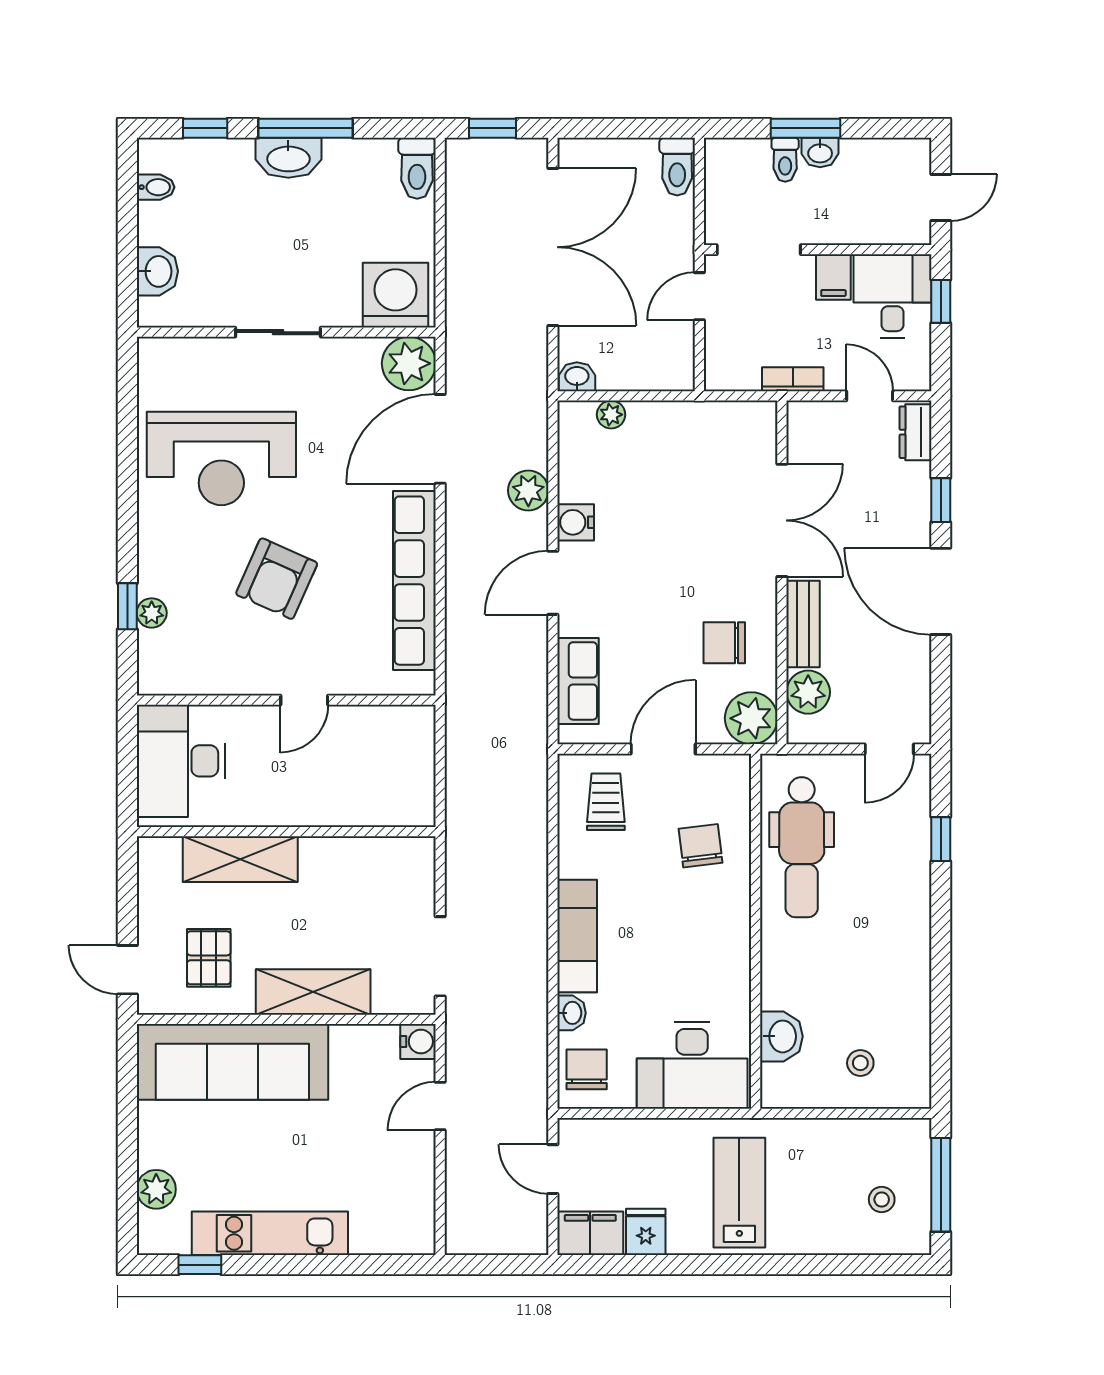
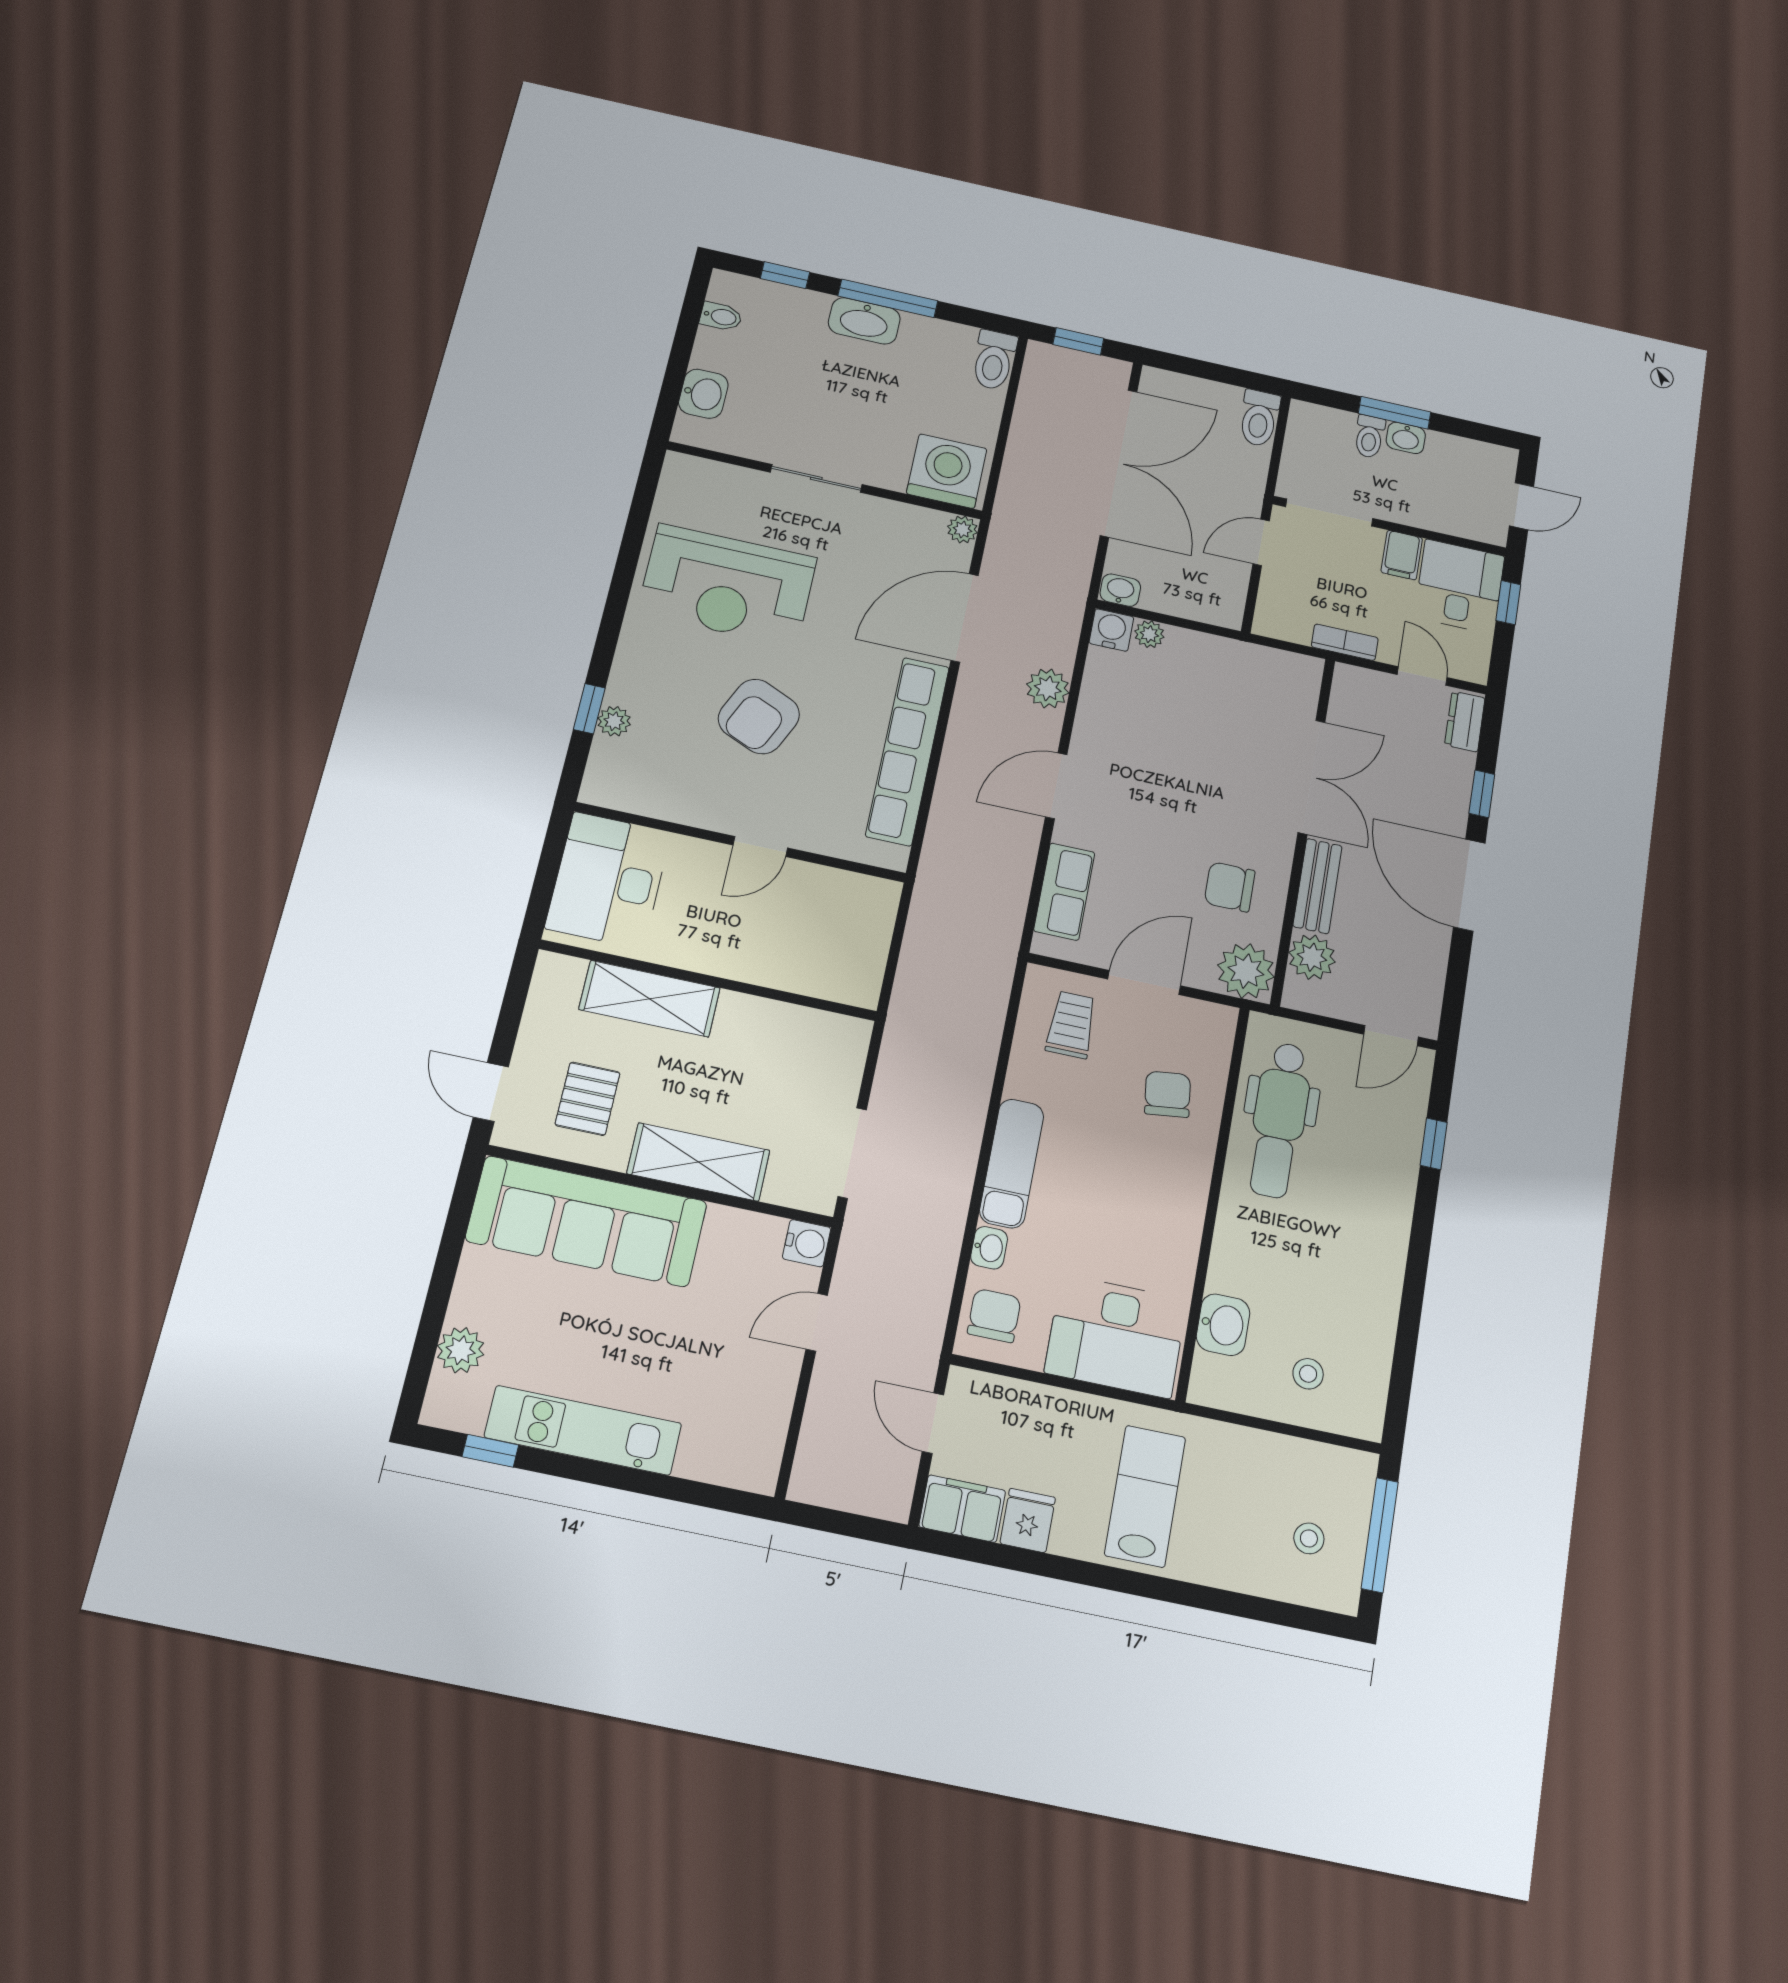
plant: (409, 363) -> (962, 529), width x0.53, depth x0.53
water cooler: (576, 522) -> (1111, 630), moved, turned 90

